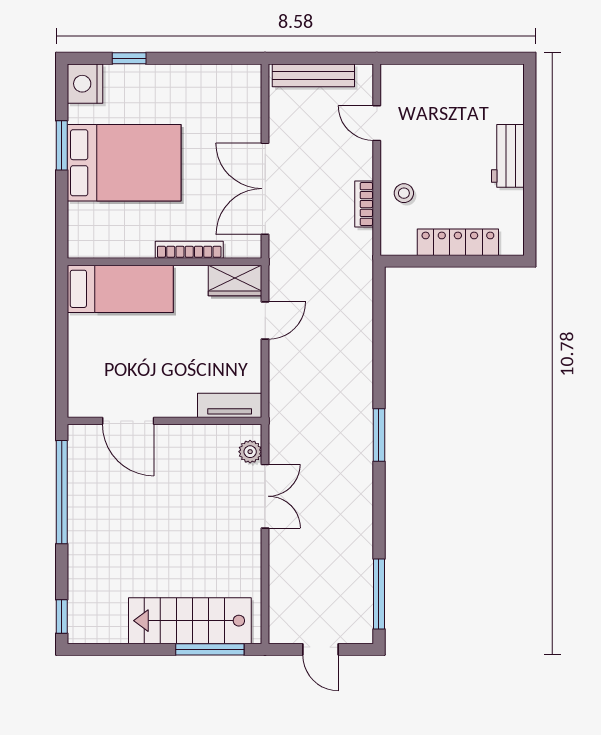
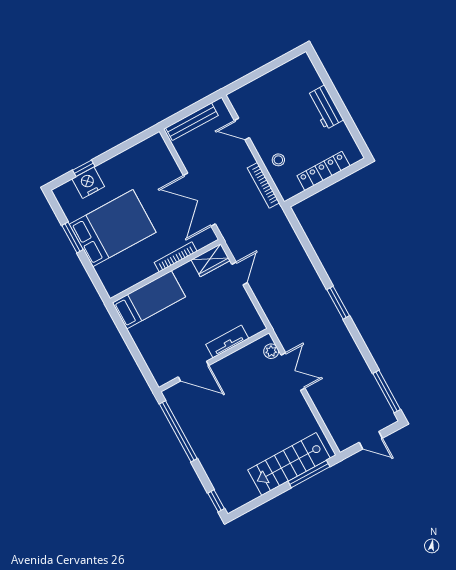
nightstand: (85, 84) -> (88, 183), moved, turned 90
bookcase: (364, 204) -> (263, 185), width x1.56
tv unit: (230, 405) -> (227, 342), moved

